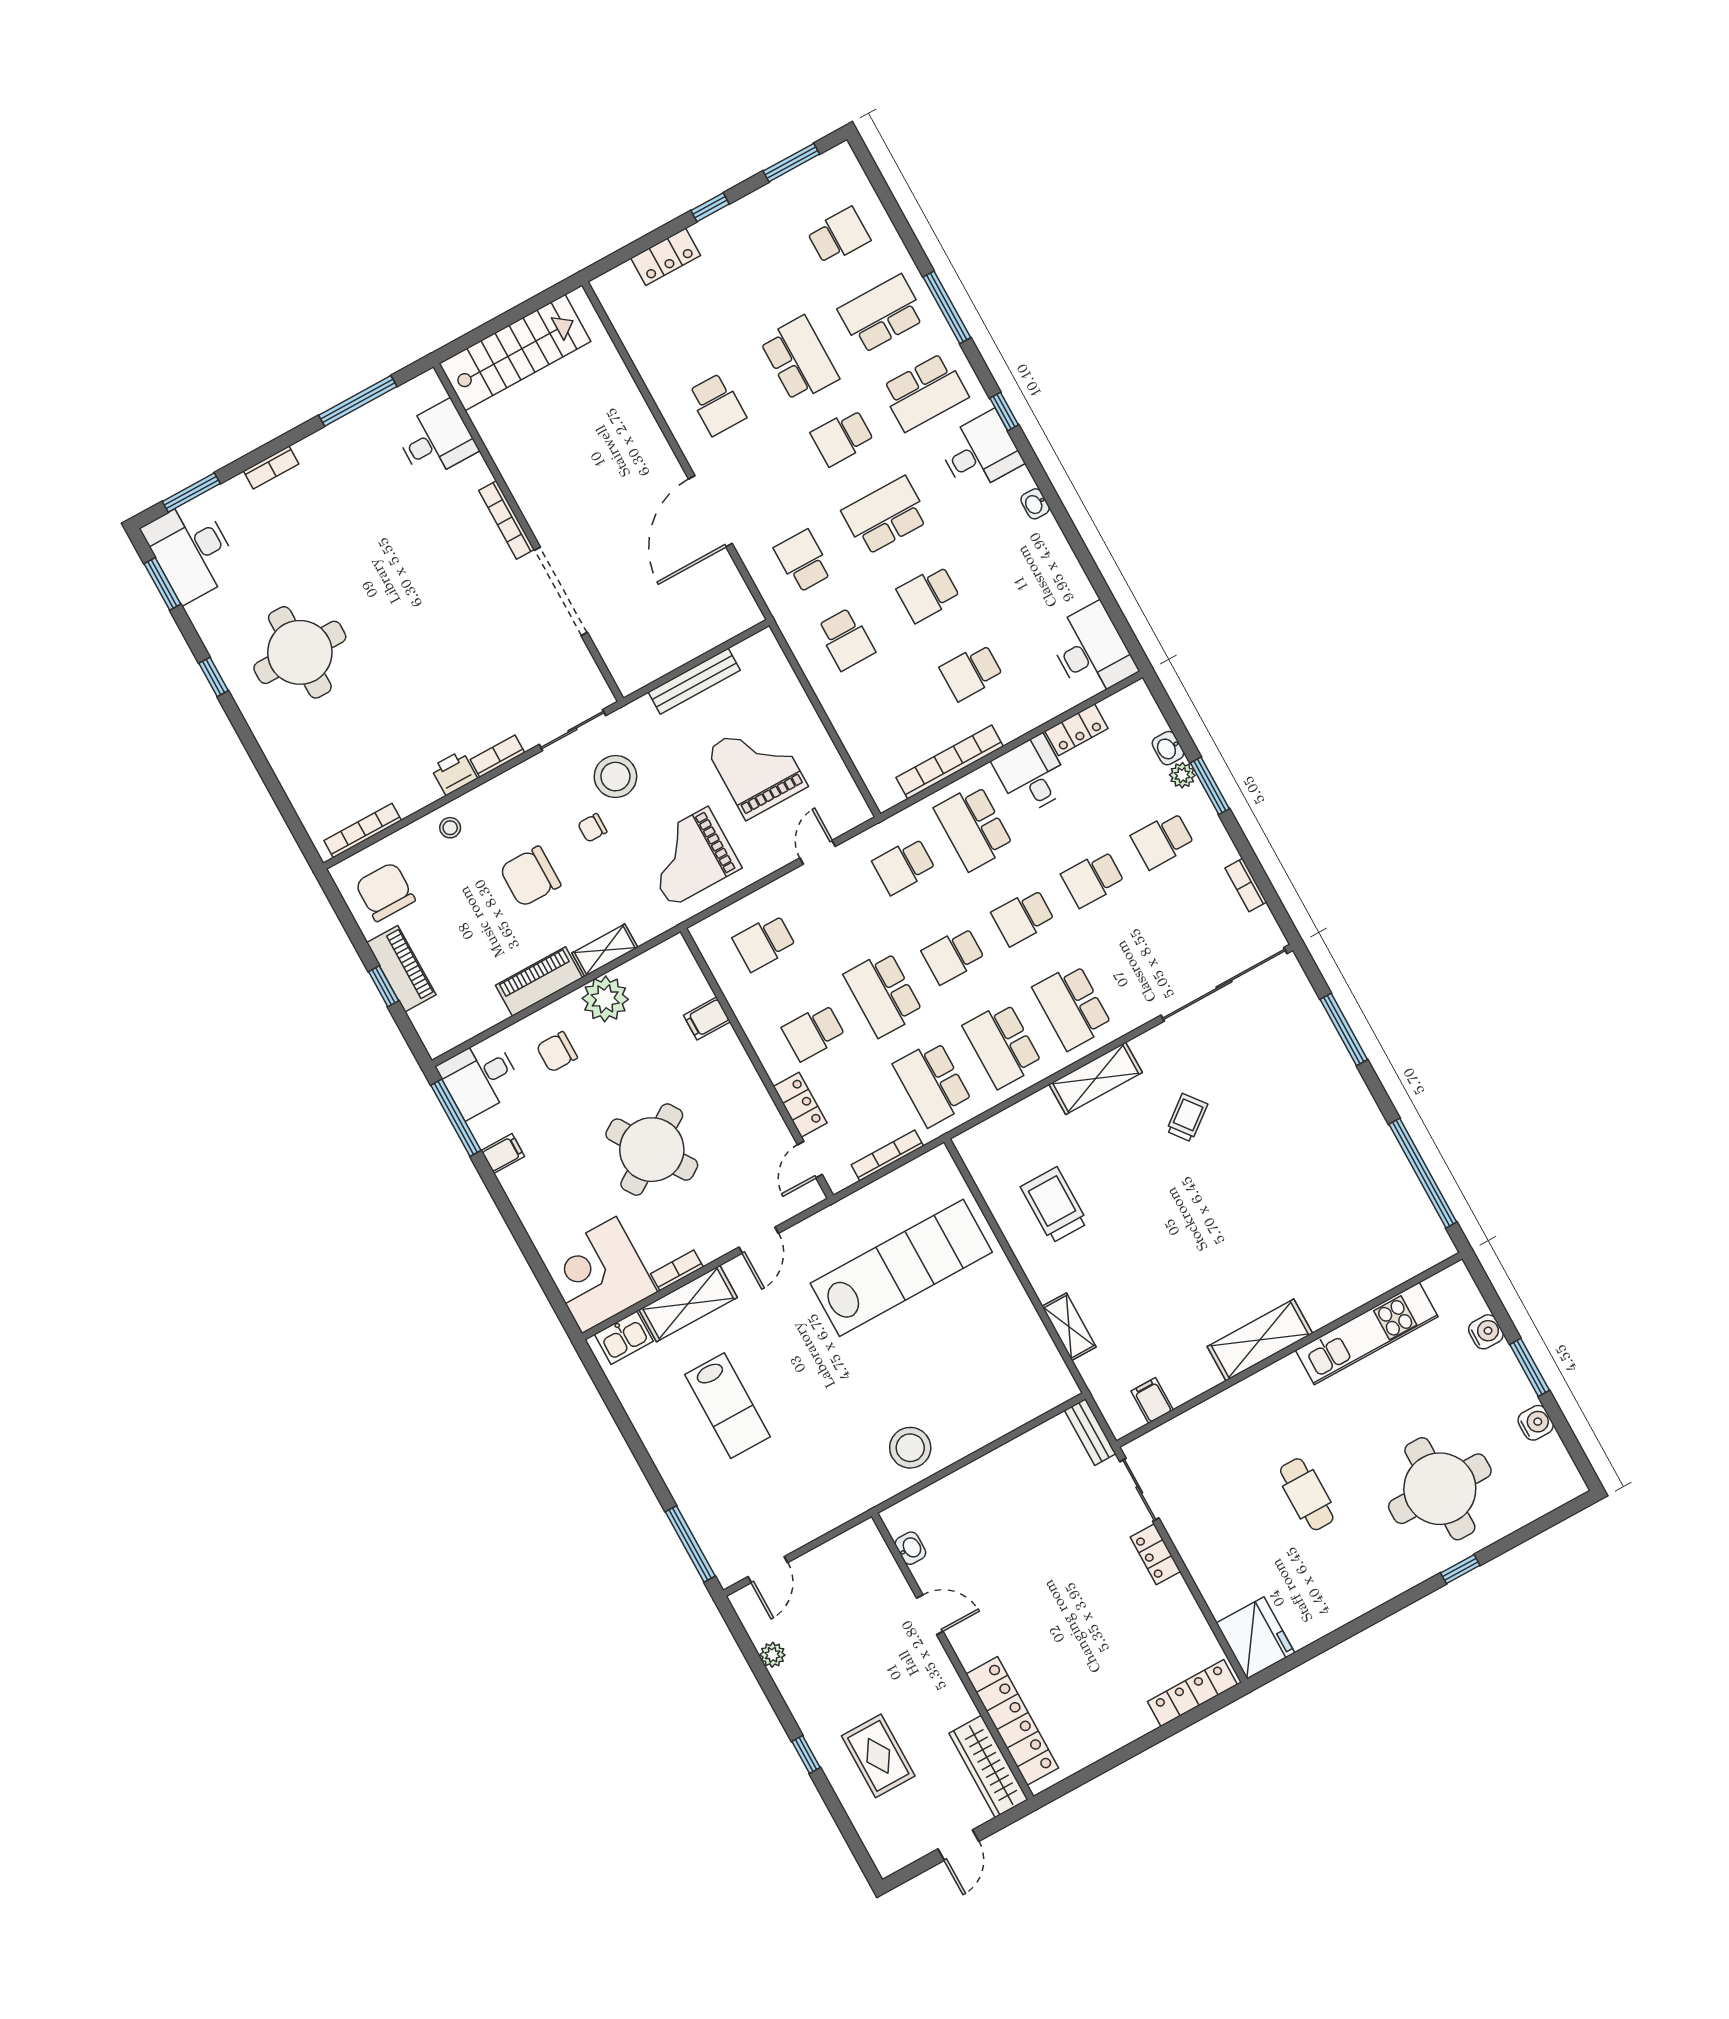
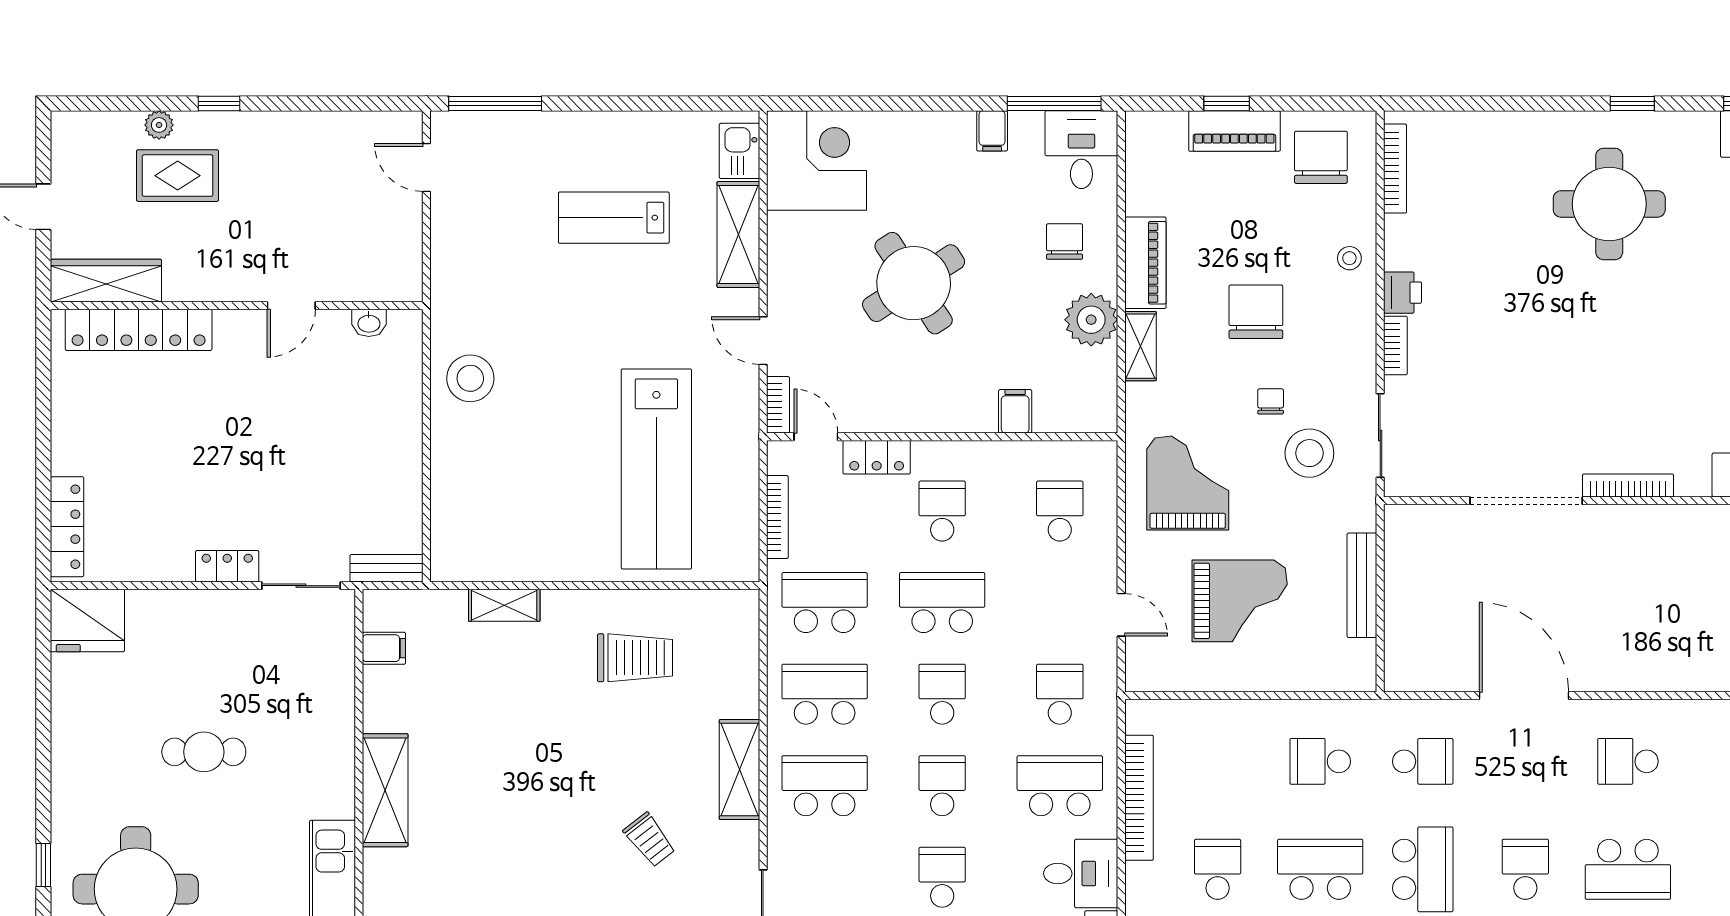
school desk: (928, 594) -> (1320, 869), width x1.85
chair: (385, 892) -> (1321, 157), turned -90
bookcase: (677, 1270) -> (778, 405), moved
plant: (773, 1655) -> (159, 125), moved

